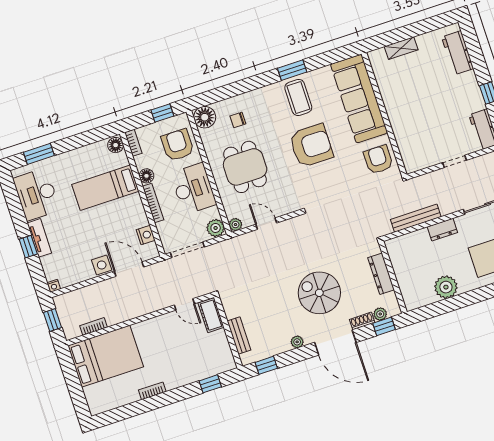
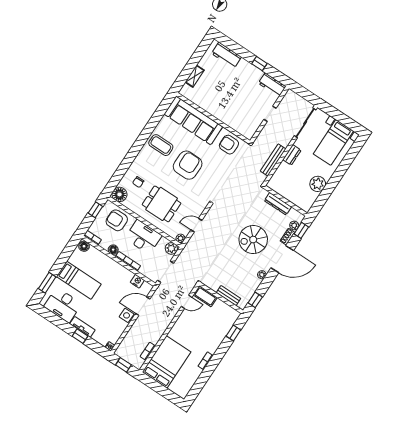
window: (292, 70) -> (146, 133), removed
bed: (105, 188) -> (79, 280), moved, turned -90

